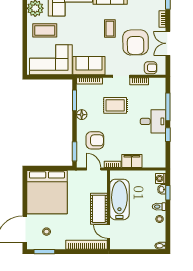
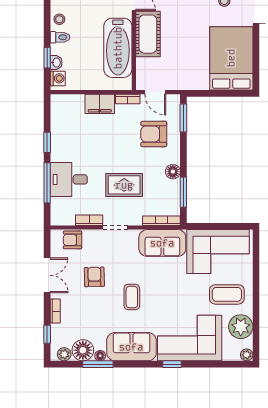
armchair: (136, 42) -> (94, 277), width x0.53, depth x0.53
desk: (153, 121) -> (69, 179), moved
bed: (47, 192) -> (231, 58), width x0.73

